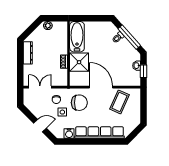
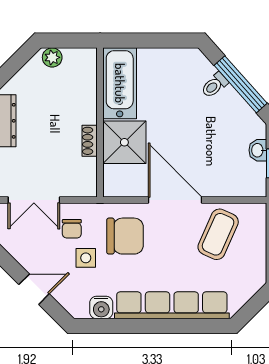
double door: (40, 87) -> (34, 200), swing flipped

